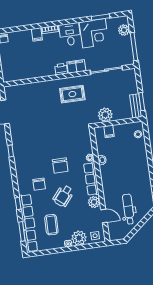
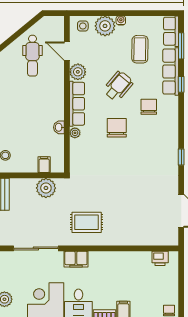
printer: (61, 69) -> (160, 258), moved

